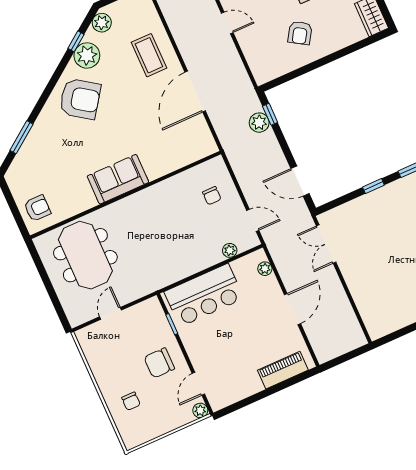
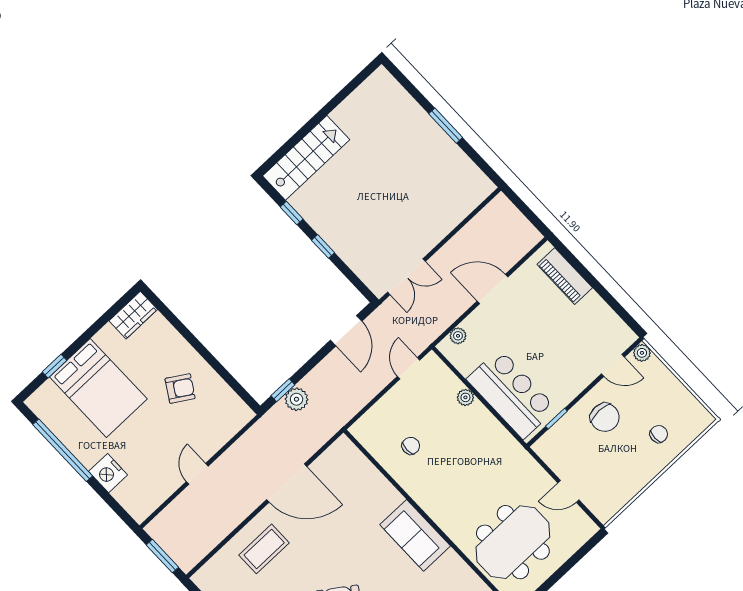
chair: (212, 196) -> (411, 446), moved
plant: (230, 250) -> (465, 397), moved

